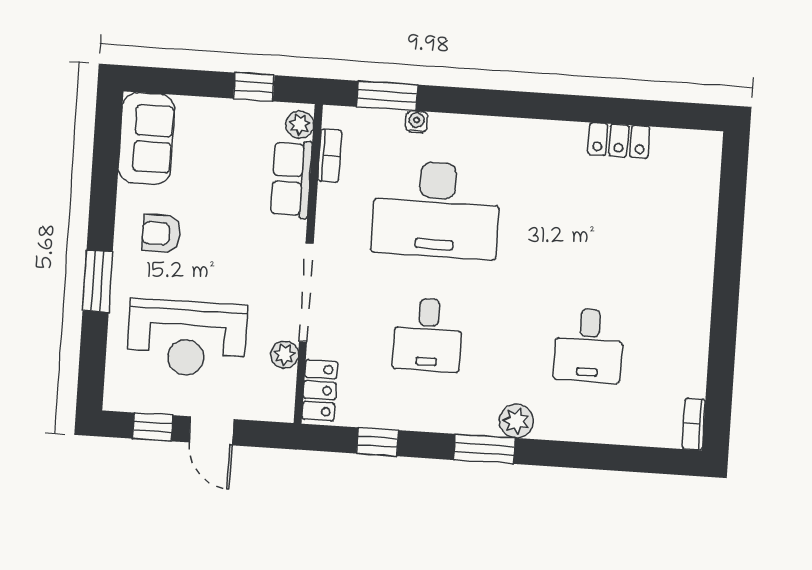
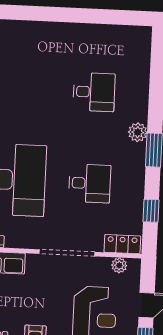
plant: (285, 355) -> (119, 265), moved
bookcase: (694, 424) -> (137, 32), removed

